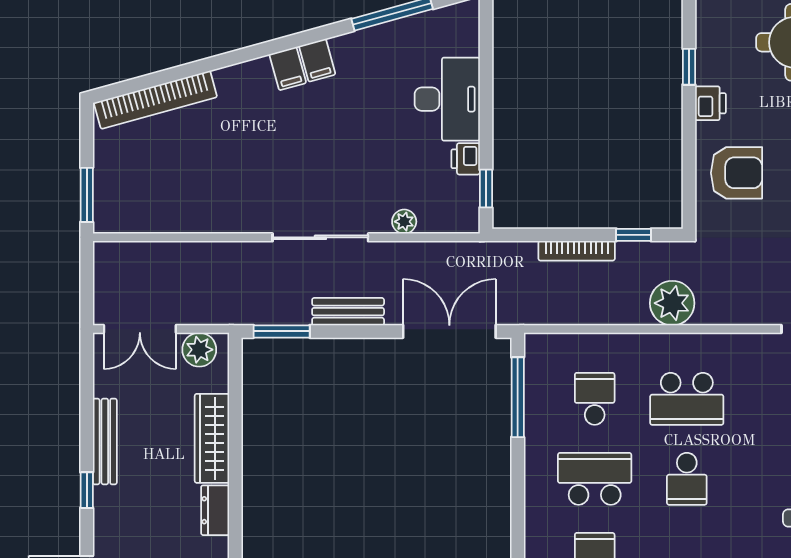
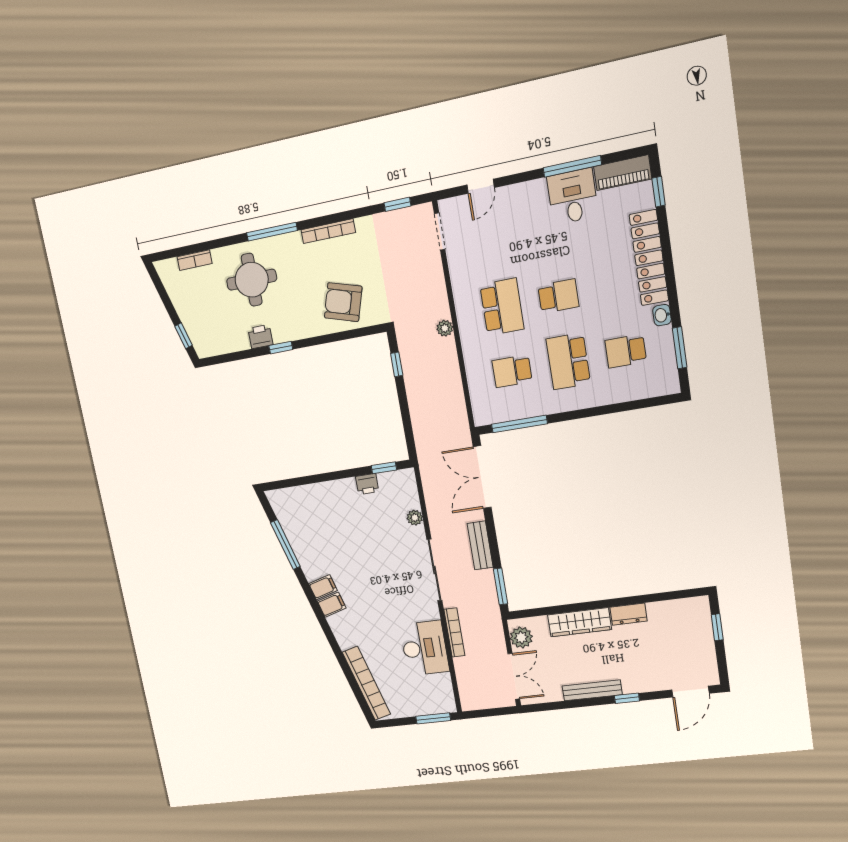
desk: (447, 99) -> (425, 648), moved, turned 90
printer: (710, 103) -> (260, 337), moved
armchair: (736, 173) -> (343, 302), turned -73
bookcase: (577, 251) -> (454, 632), moved
plant: (672, 303) -> (445, 328), width x0.53, depth x0.53

